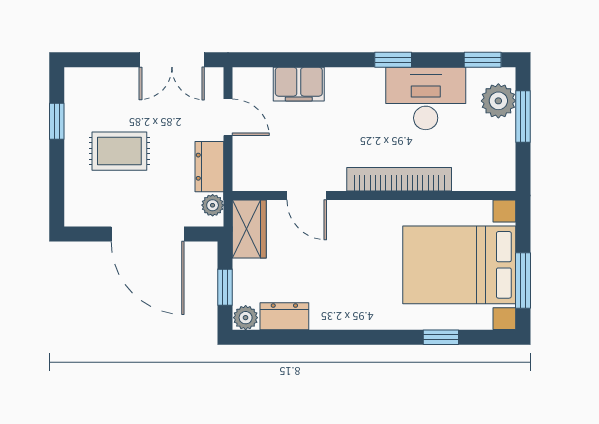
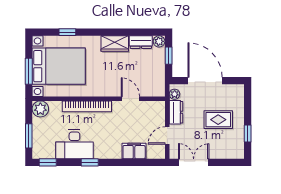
plant: (498, 101) -> (40, 109), moved
door: (228, 117) -> (167, 135), hinge flipped
wardrobe: (249, 229) -> (115, 44), moved, turned -90
window: (523, 281) -> (29, 71), moved

